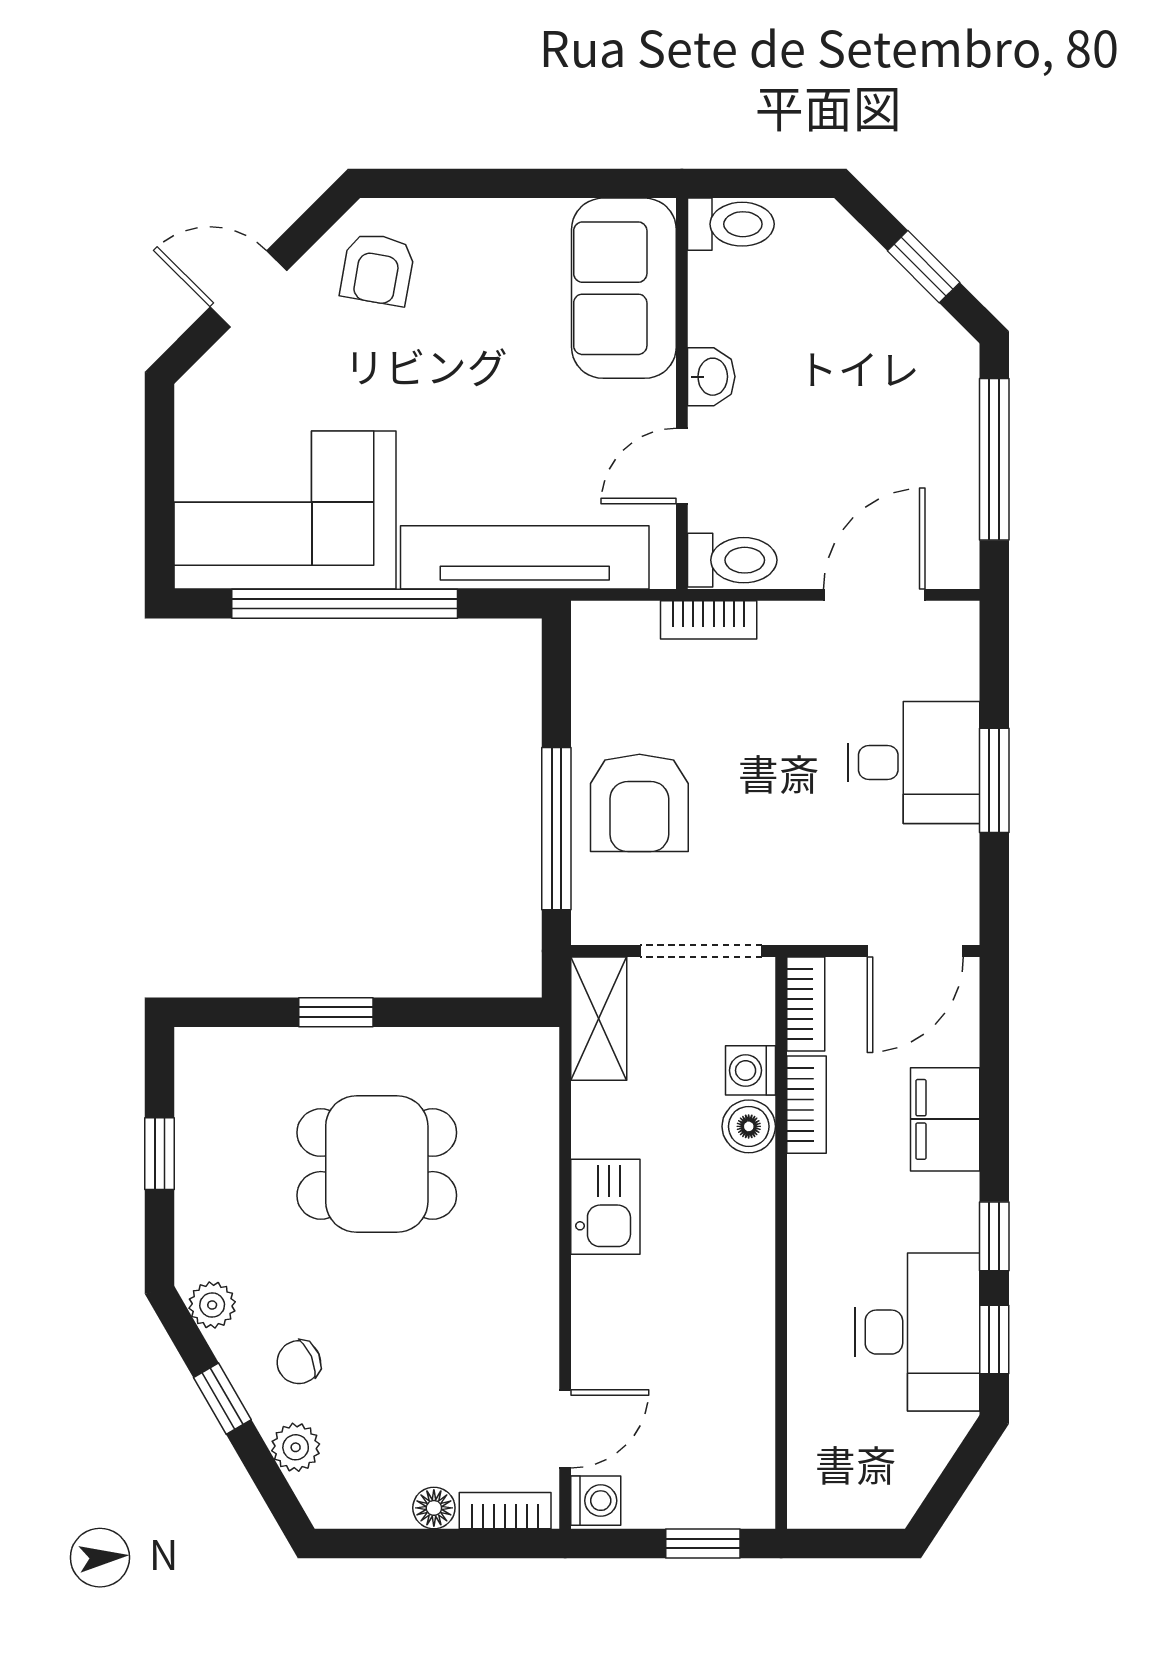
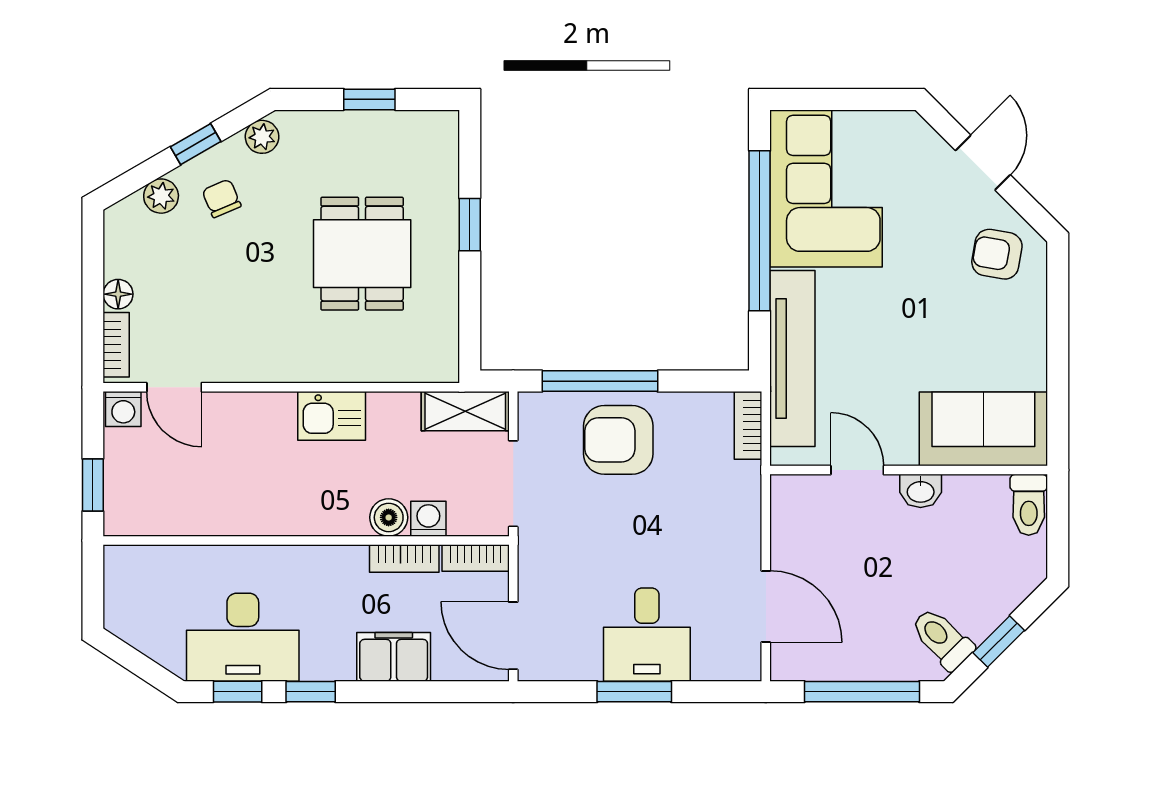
toilet: (732, 560) -> (942, 639), moved, turned 135
bookcase: (709, 620) -> (748, 425), moved

